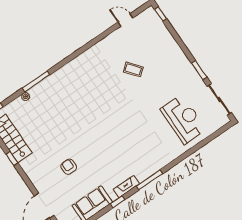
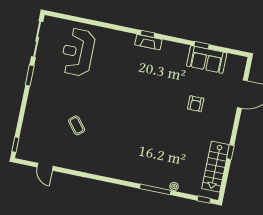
window: (149, 180) -> (148, 34), width x0.46
fireplace: (126, 187) -> (148, 42), moved
window: (117, 202) -> (202, 45), moved

